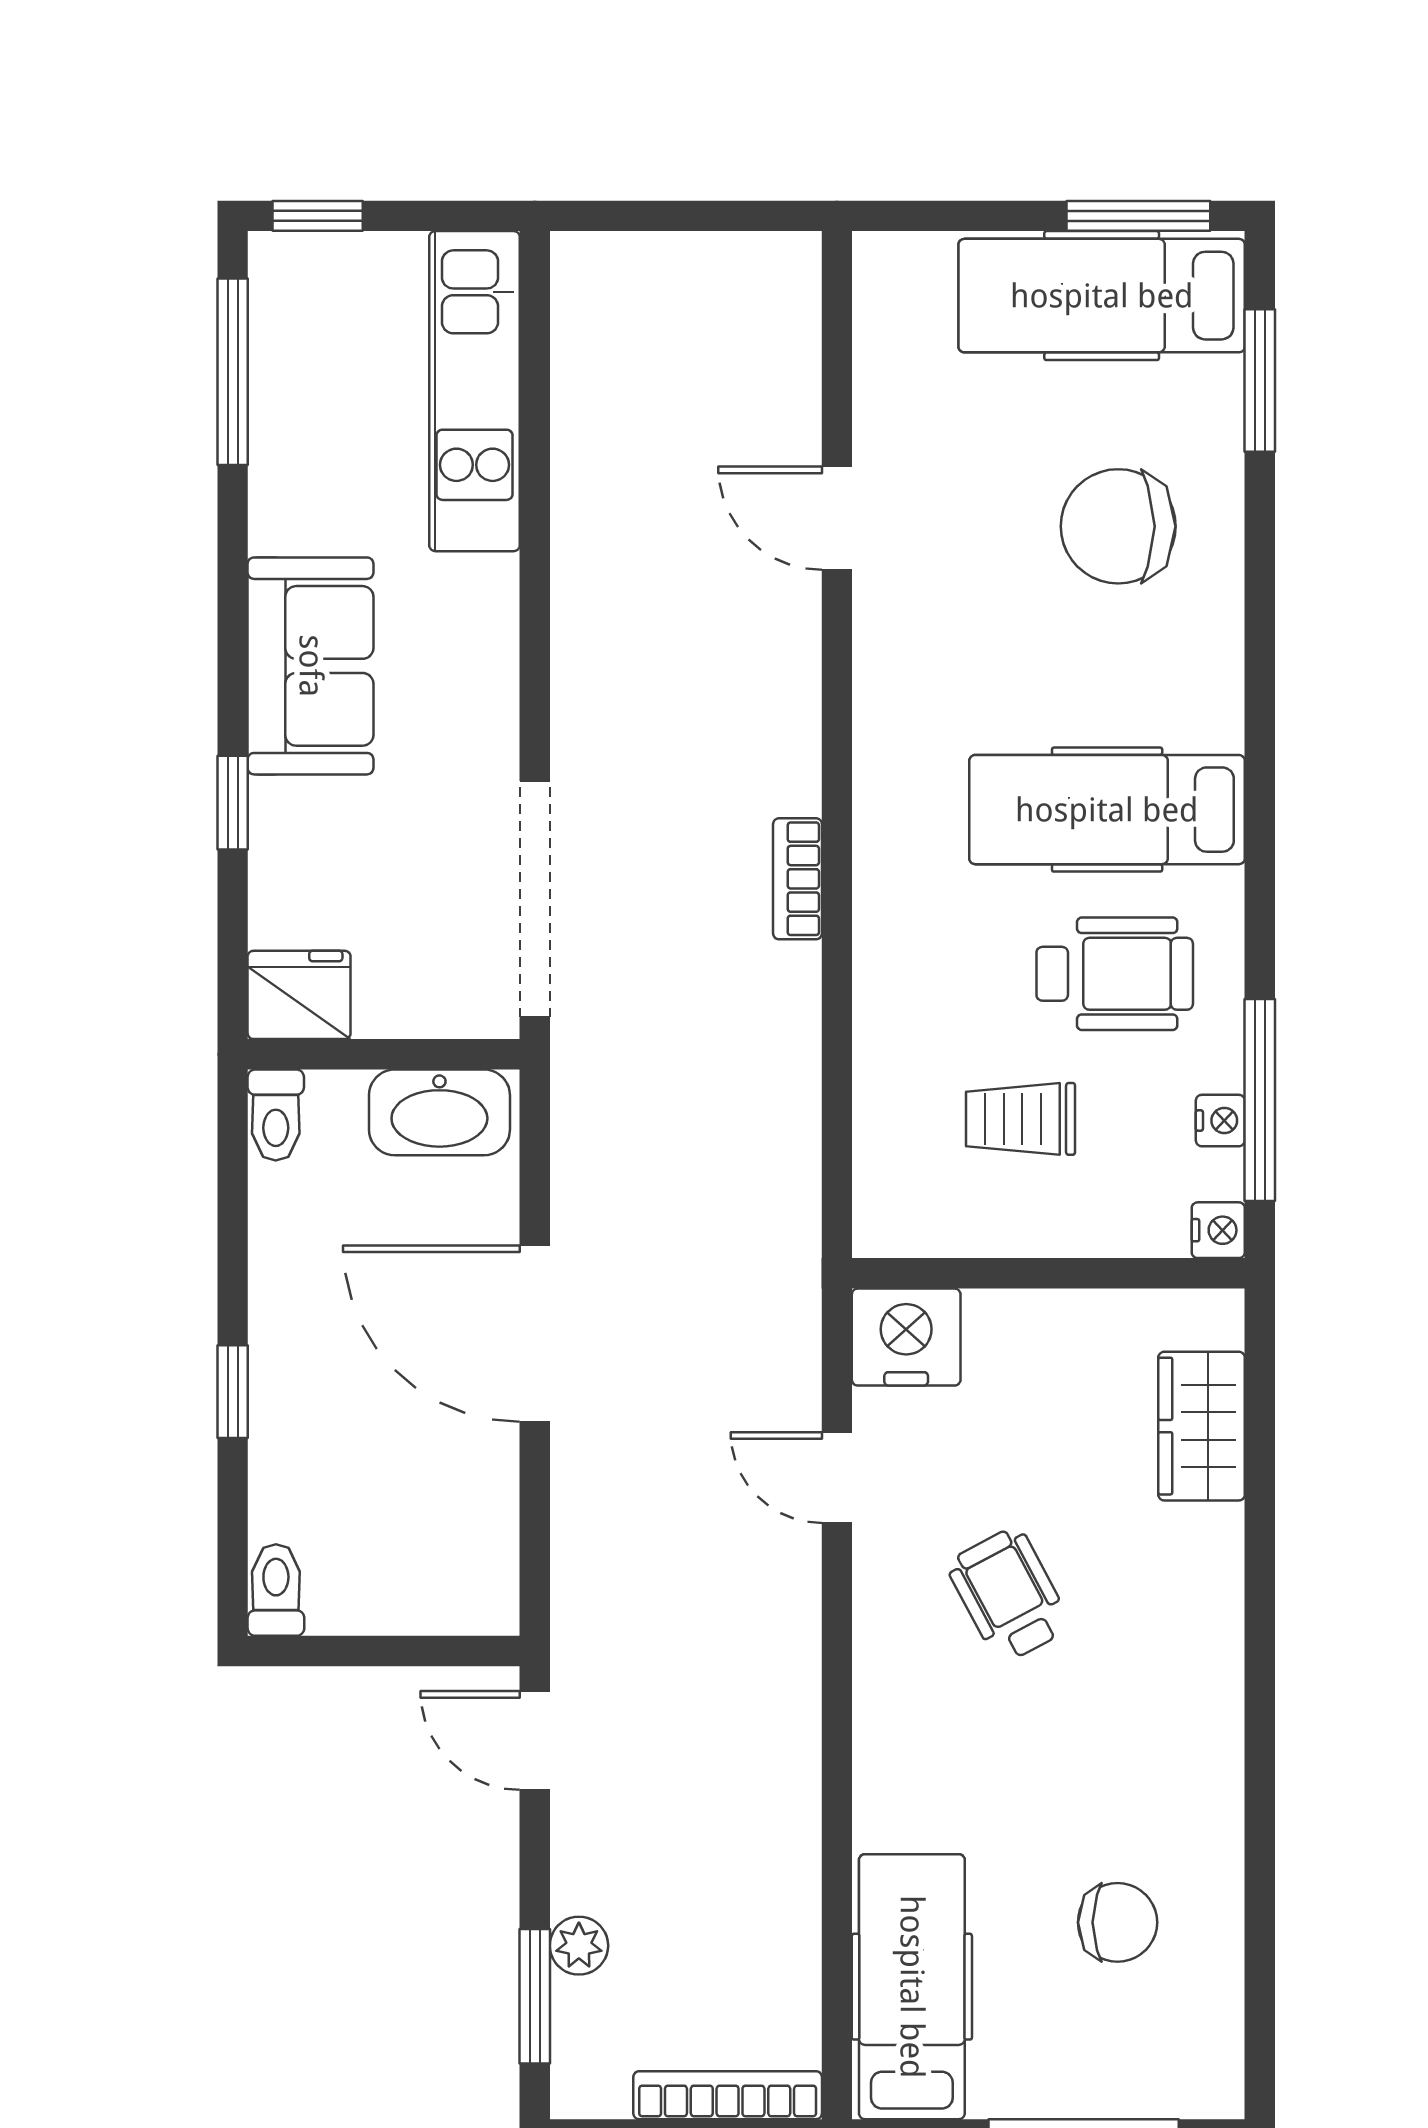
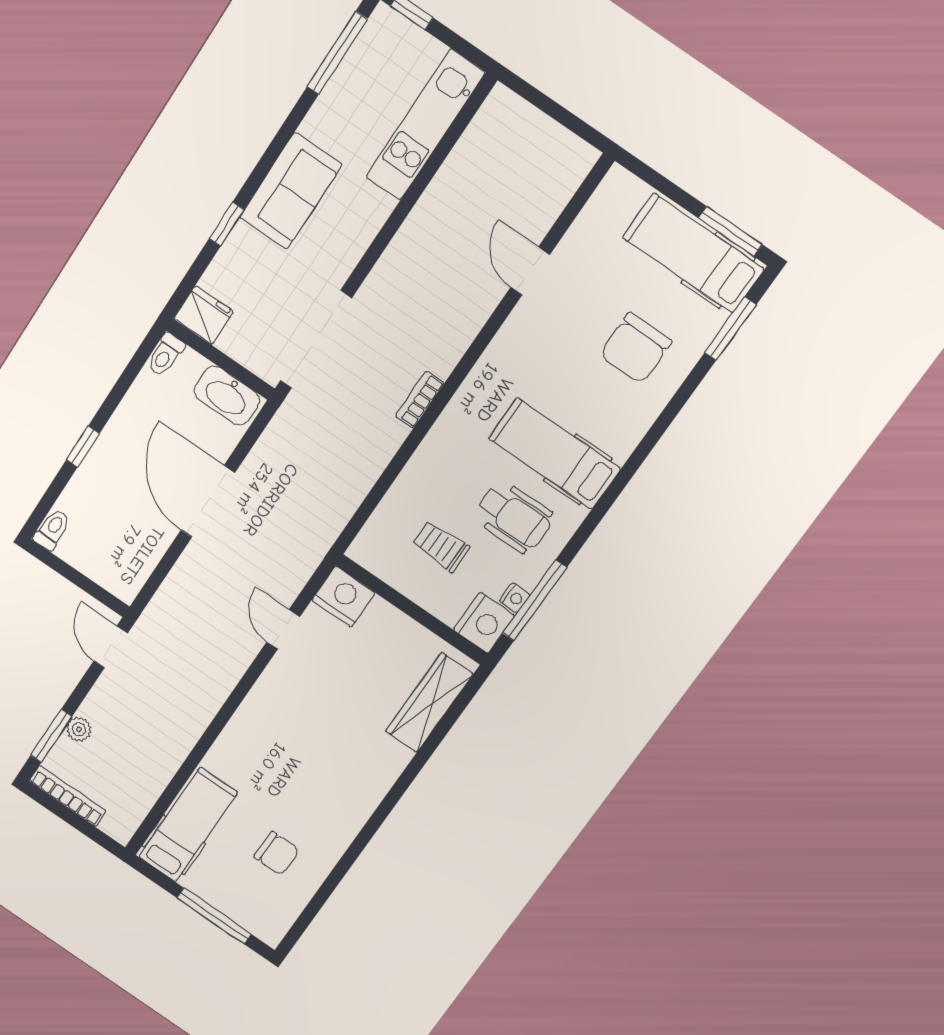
chair: (1118, 526) -> (636, 348), turned -90
nightstand: (1218, 1230) -> (484, 623), width x1.89, depth x1.79
wardrobe: (1202, 1426) -> (429, 703), width x1.50
wheelchair: (1009, 1595) -> (317, 714), removed
bookcase: (728, 2095) -> (68, 796), moved

